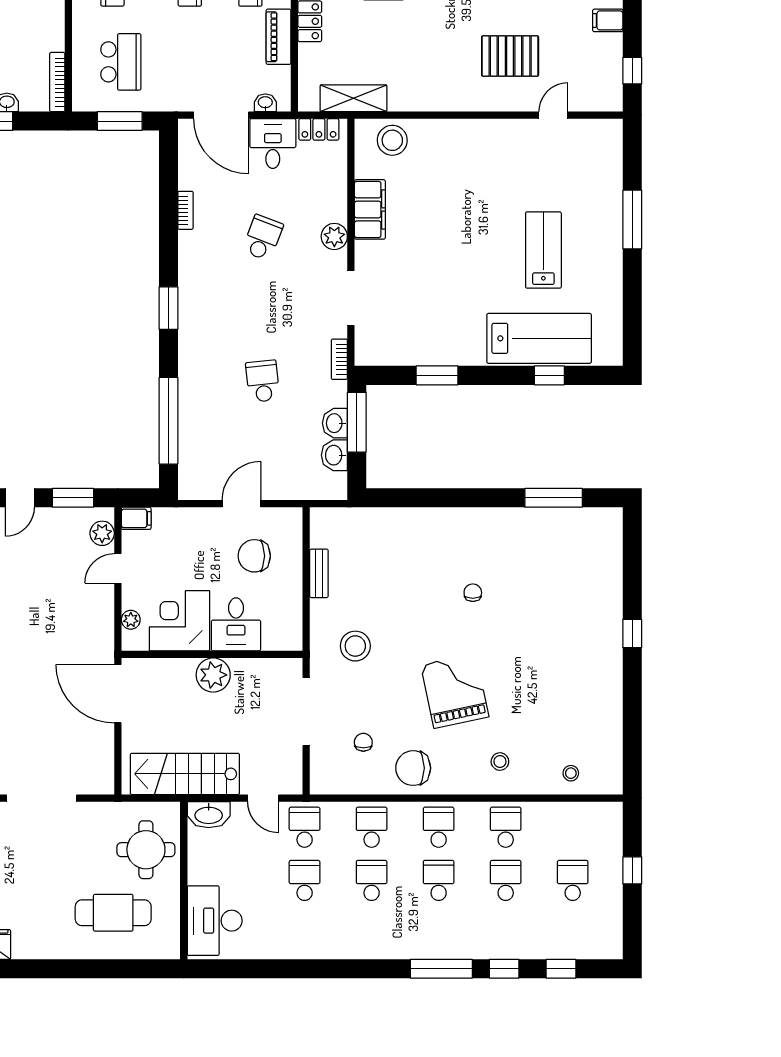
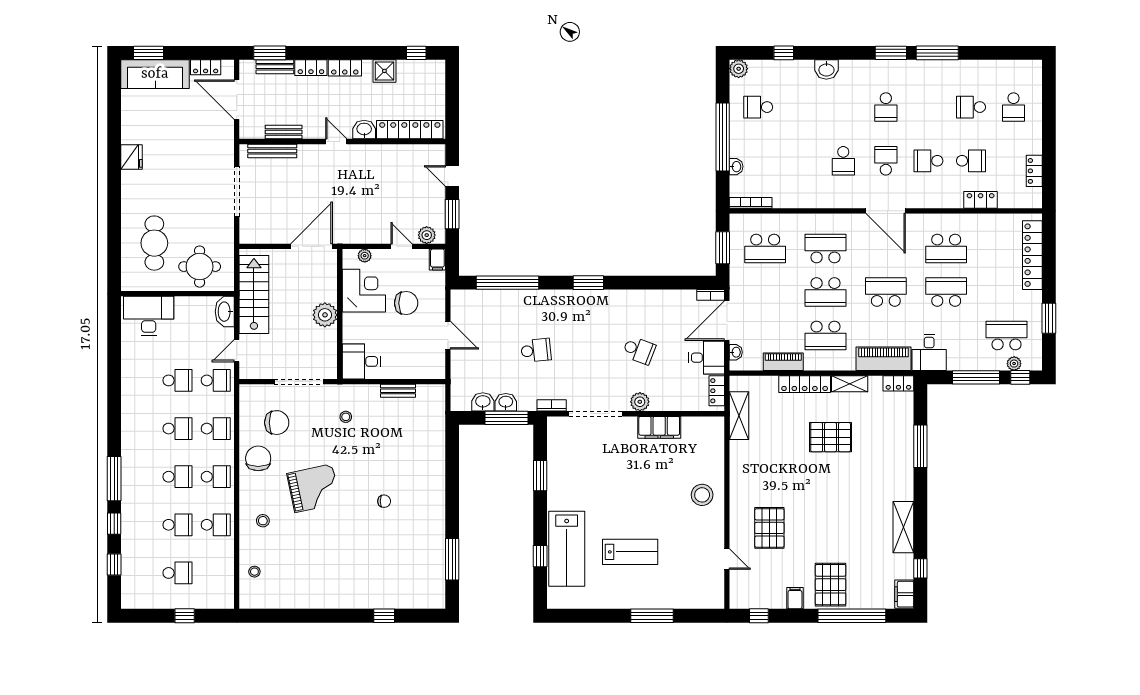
stool: (392, 140) -> (702, 495), moved
bookcase: (185, 210) -> (711, 295), moved
doorway: (351, 298) -> (596, 414), width x1.36
chair: (254, 556) -> (406, 303), moved, turned 90
desk: (236, 624) -> (361, 361), moved
window: (632, 633) -> (384, 616), moved
stool: (355, 646) -> (346, 417), width x0.53, depth x0.53
chair: (363, 742) -> (277, 423), width x1.87, depth x1.87

